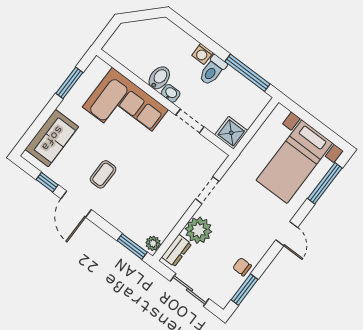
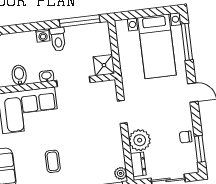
bidet: (159, 78) -> (19, 75), moved
doorway: (190, 121) -> (73, 81), width x1.38

